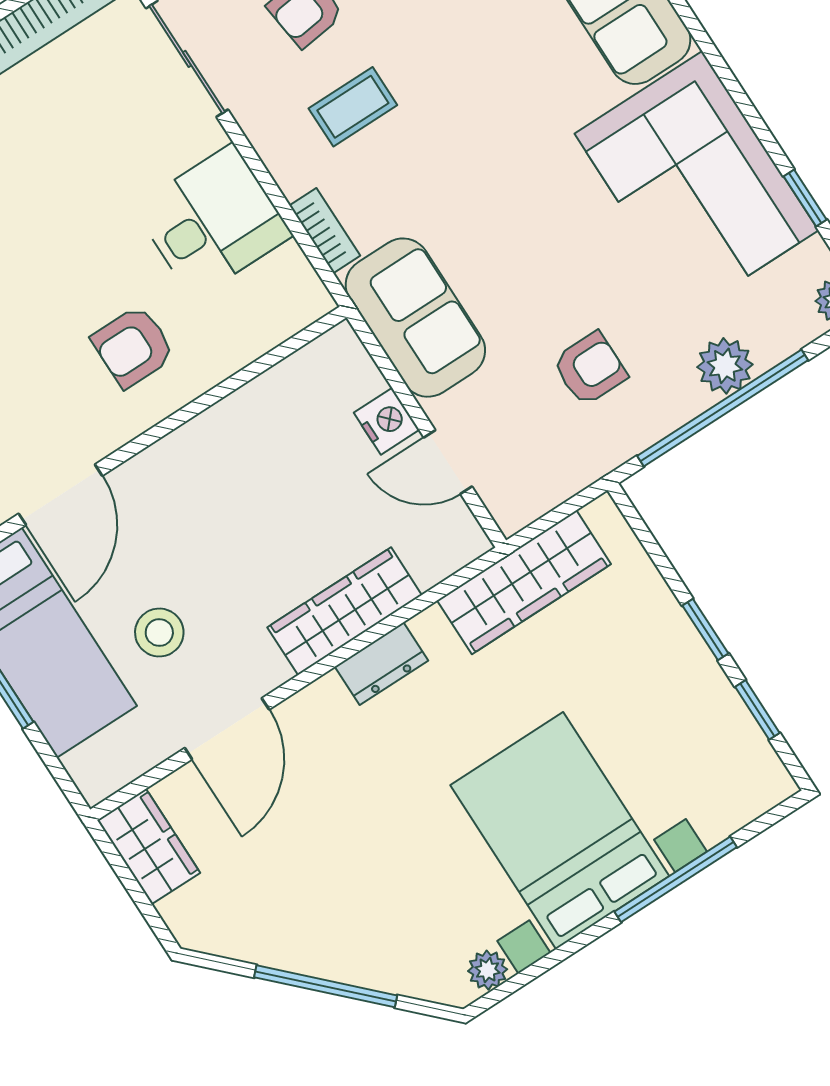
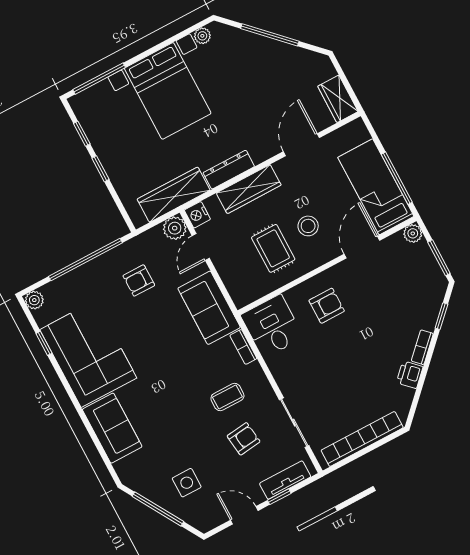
desk: (213, 221) -> (272, 326), moved, turned 90
plant: (725, 366) -> (175, 228), moved
nightstand: (387, 421) -> (197, 215), moved
door: (448, 462) -> (201, 247), swing flipped
rug: (273, 474) -> (273, 248), added
stool: (159, 633) -> (308, 226), moved
dresser: (381, 664) -> (229, 170), width x1.44
window: (676, 879) -> (99, 79), moved

